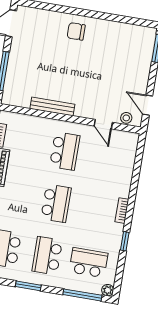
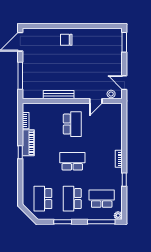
door: (103, 124) -> (96, 101), hinge flipped
school desk: (56, 203) -> (72, 161), turned -90

